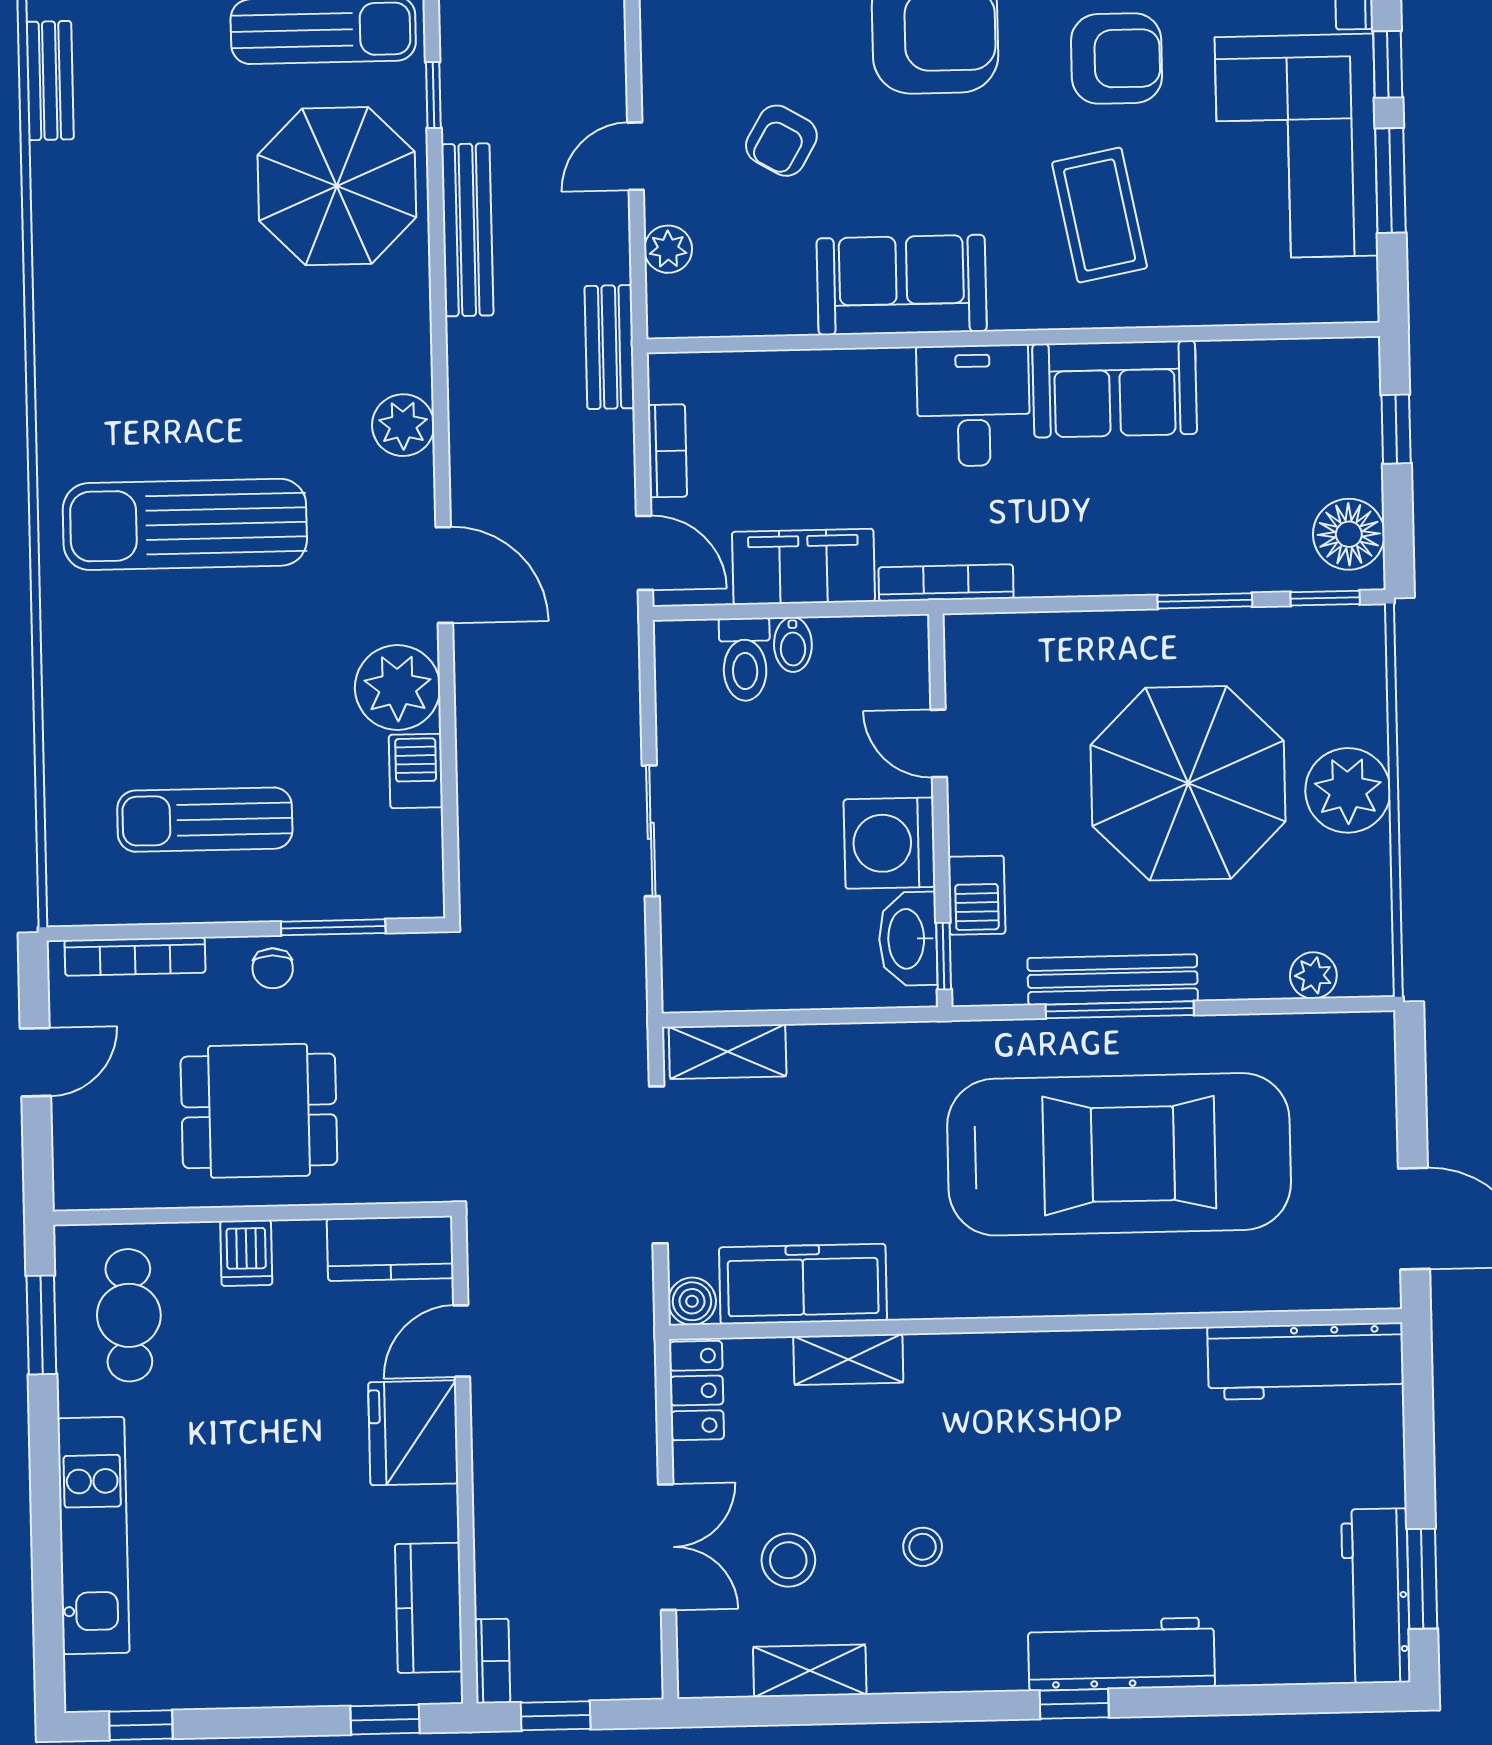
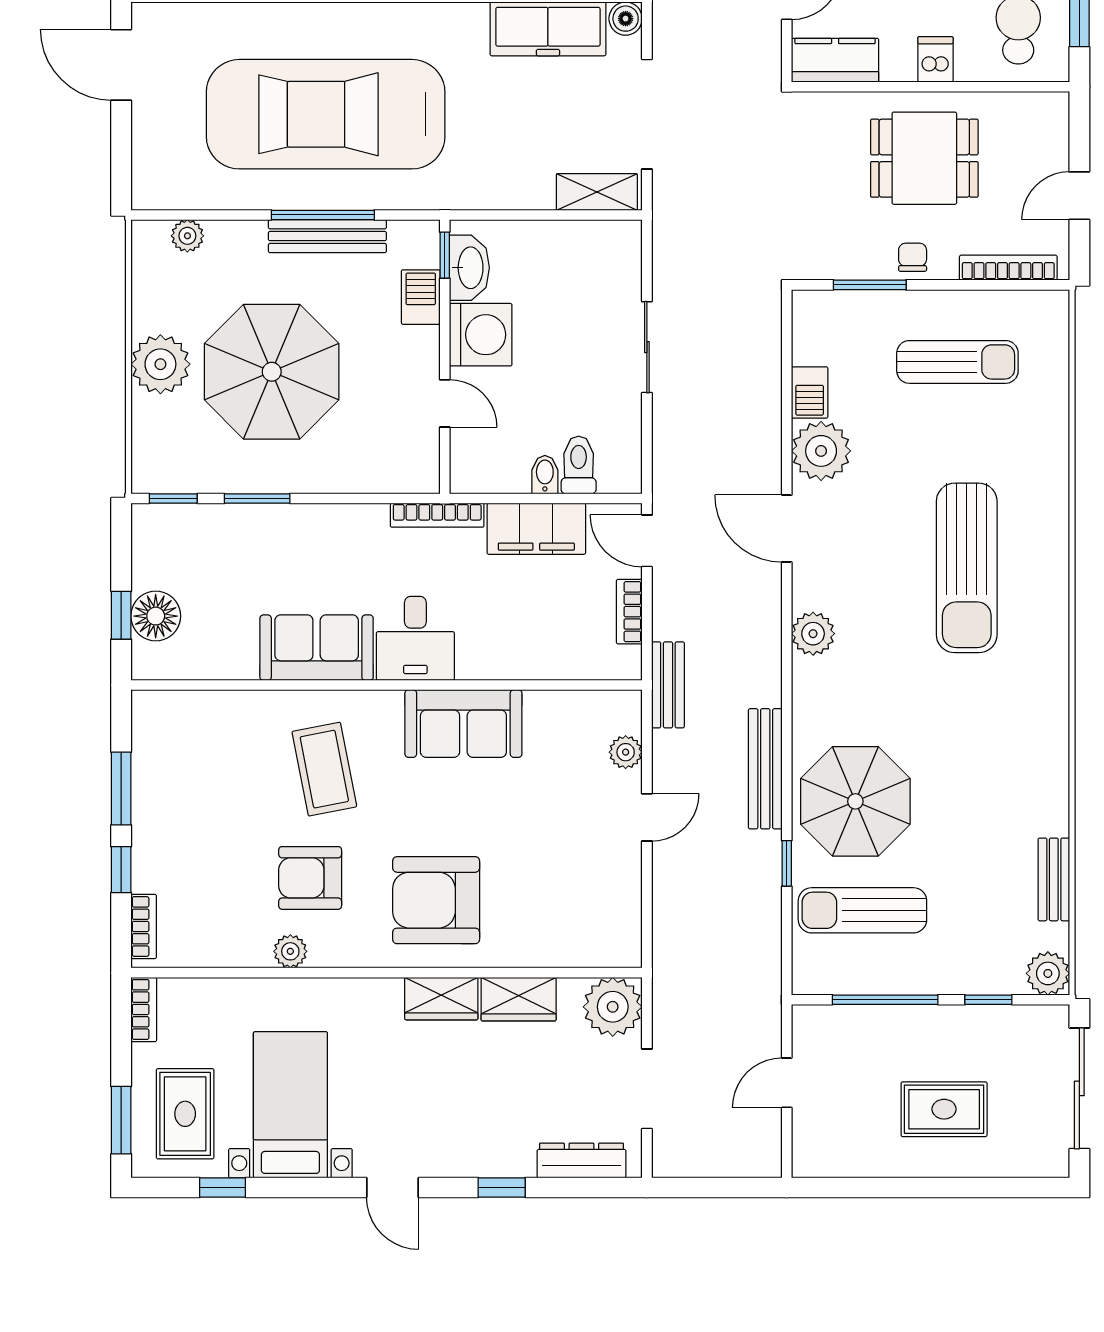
armchair: (781, 141) -> (545, 826), removed
corner sofa: (1296, 146) -> (186, 814), removed
sun lounger: (185, 524) -> (967, 568), turned 90
floor lamp: (1349, 534) -> (156, 616), moved

